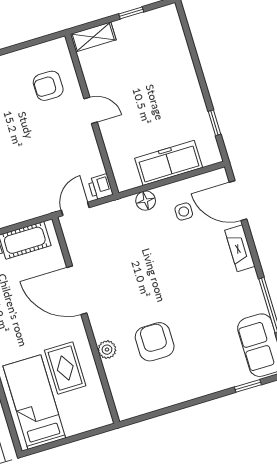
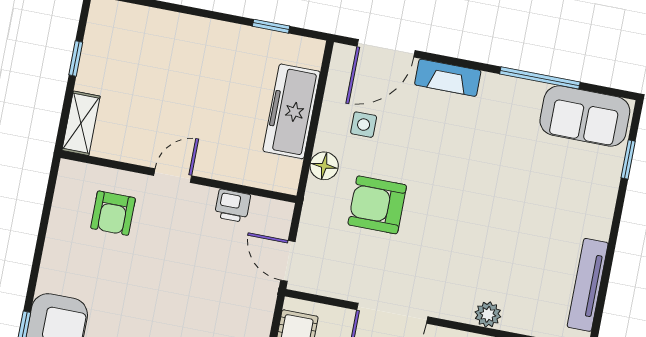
printer: (100, 187) -> (233, 206), moved
armchair: (155, 342) -> (377, 205), moved
tv unit: (157, 401) -> (588, 285), added

